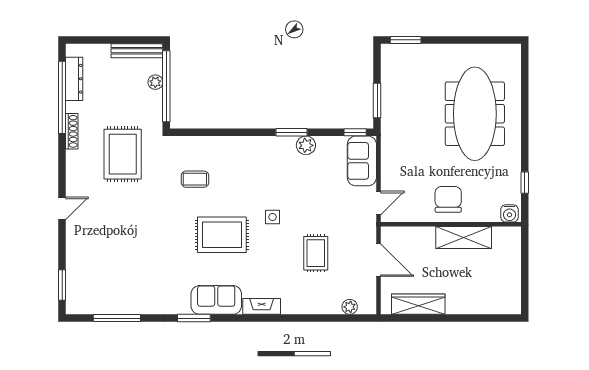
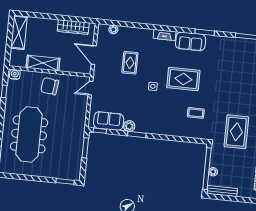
sofa: (362, 161) -> (109, 121), moved, turned -90
chair: (448, 199) -> (50, 86), turned 97
shelving: (510, 286) -> (19, 32), added

